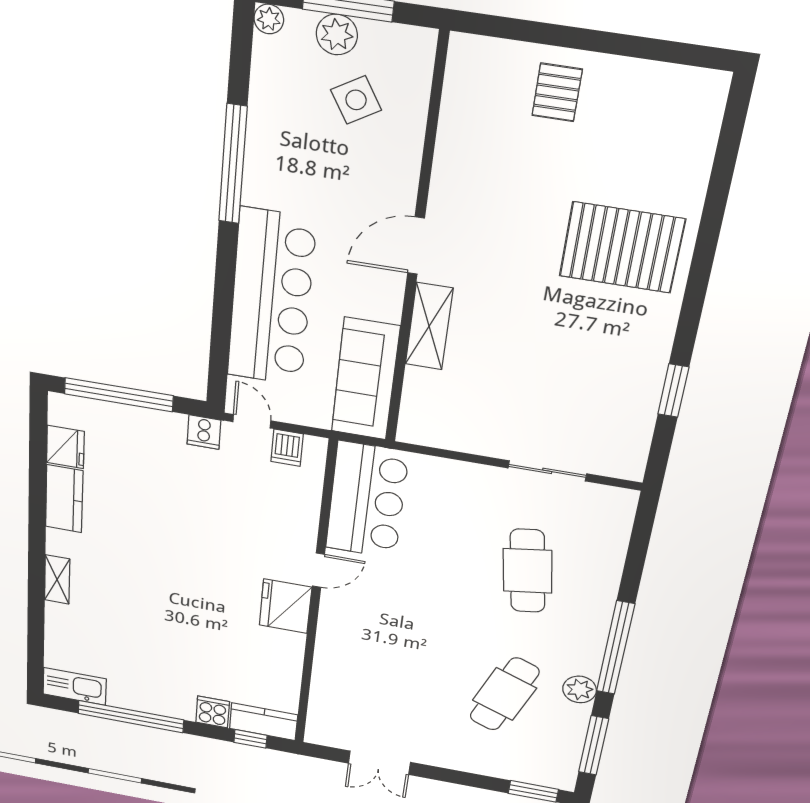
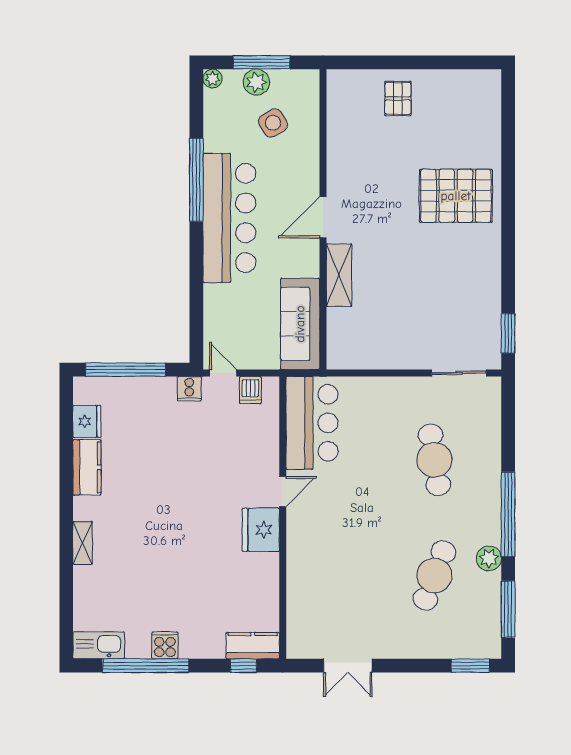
bar counter: (271, 298) -> (229, 218), moved
window: (673, 391) -> (508, 333), moved
sliding door: (547, 471) -> (459, 373), moved
cooker: (213, 712) -> (165, 645), moved

